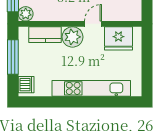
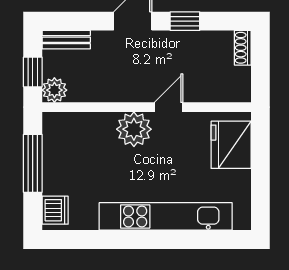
kitchen counter: (45, 35) -> (87, 125), removed
fridge: (118, 38) -> (231, 145), moved, turned 90

